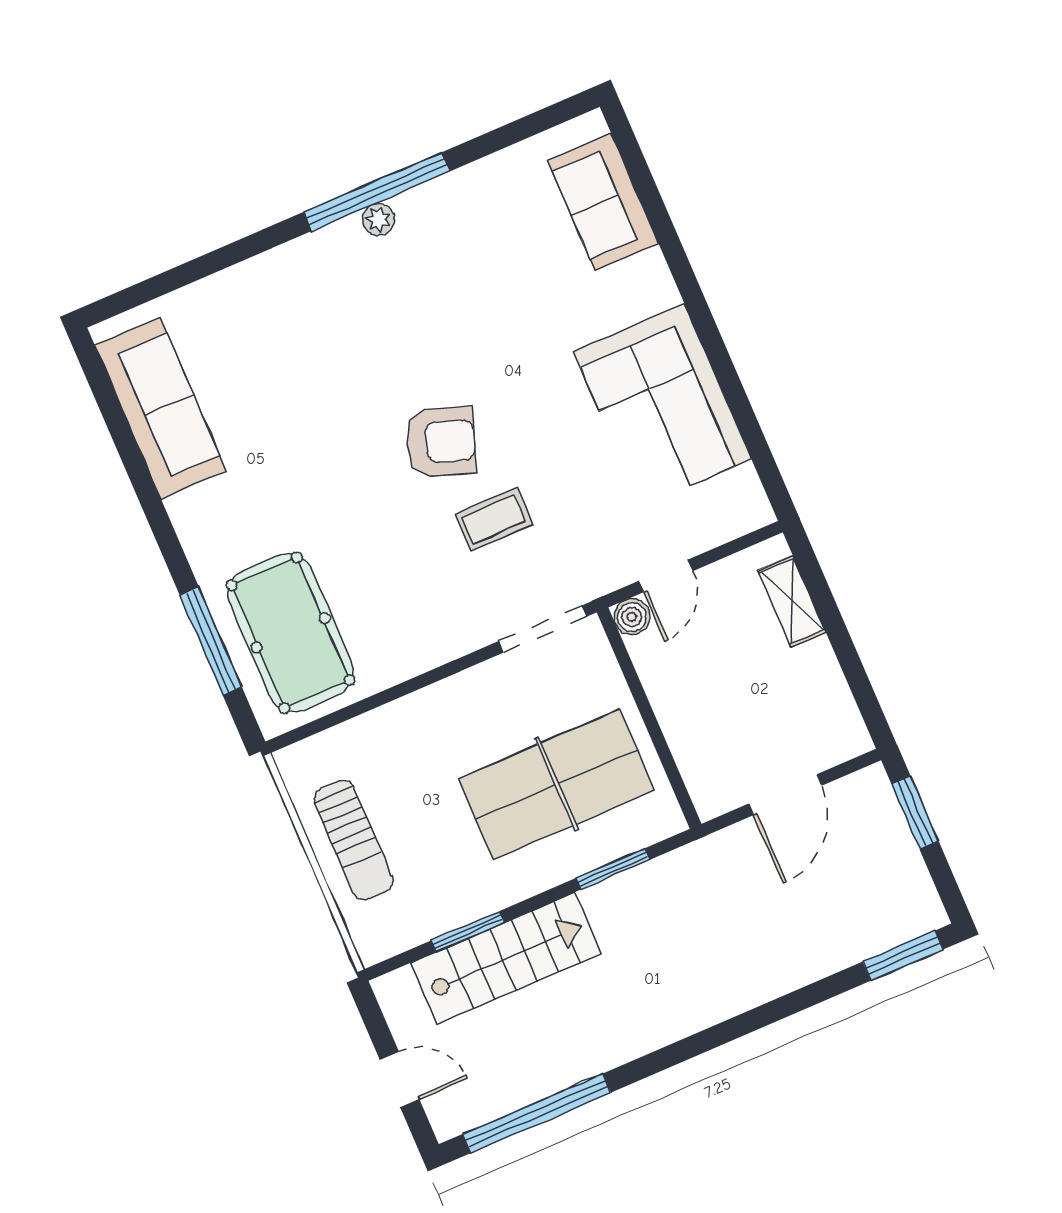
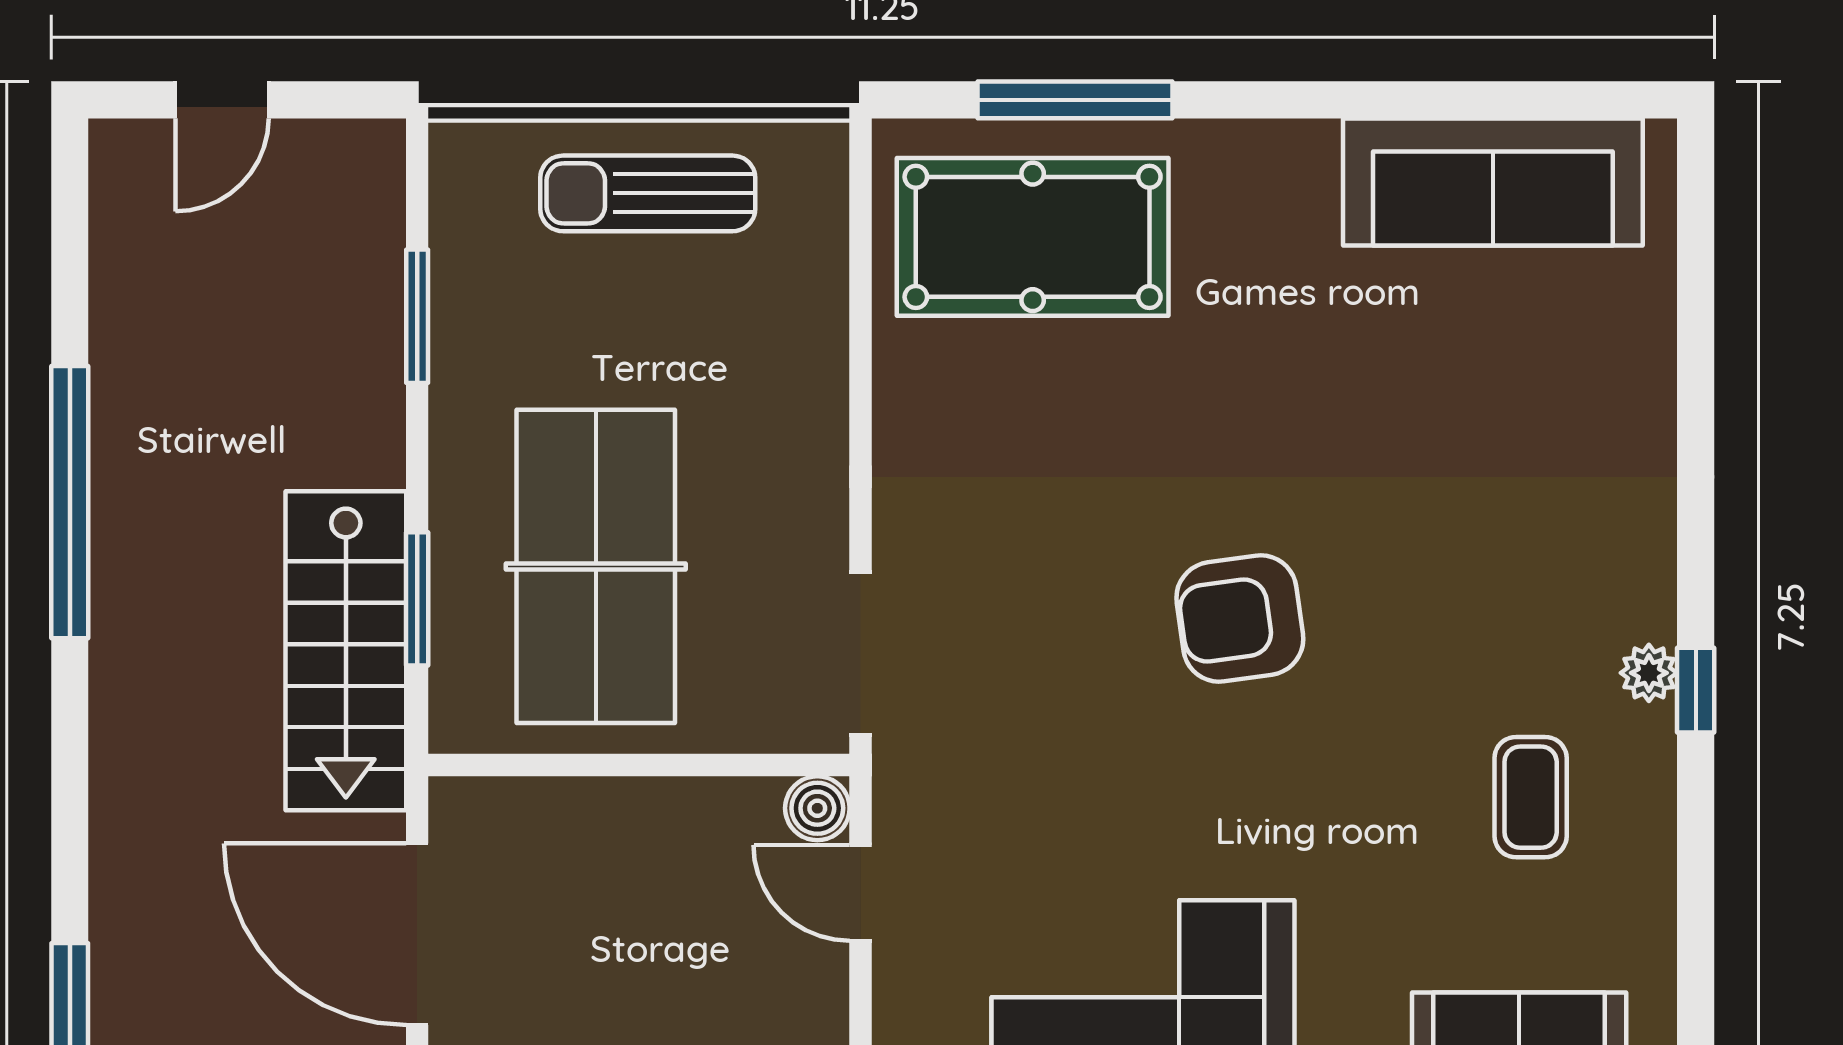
window: (377, 192) -> (1696, 690), width x0.32
armchair: (441, 442) -> (1240, 619), turned 63
coffee table: (494, 519) -> (1531, 797), moved
door: (785, 795) -> (417, 934), width x1.36
stairs: (506, 958) -> (346, 651), moved
window: (537, 1113) -> (70, 502), moved

